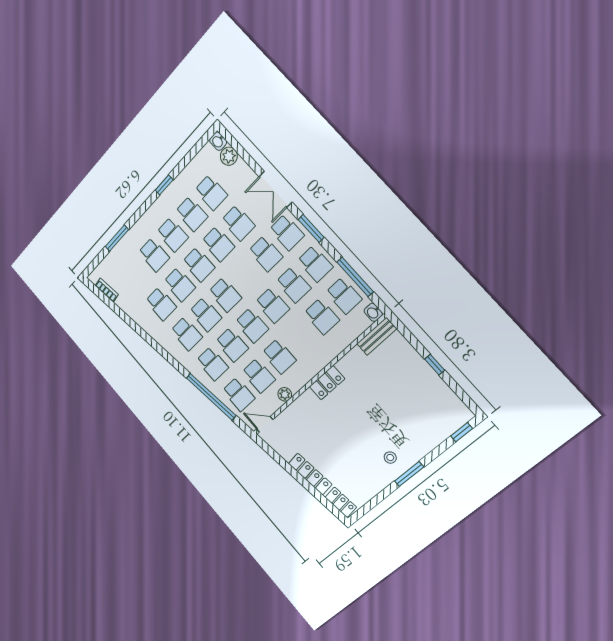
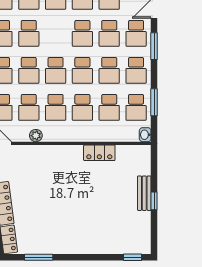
window: (355, 277) -> (154, 102), width x0.69
school desk: (225, 295) -> (82, 33), moved
bench: (377, 336) -> (144, 193), moved, turned 90
school desk: (300, 337) -> (82, 107), added
locker: (327, 383) -> (99, 153), moved
stool: (390, 458) -> (71, 236), removed
window: (409, 474) -> (39, 257), moved

